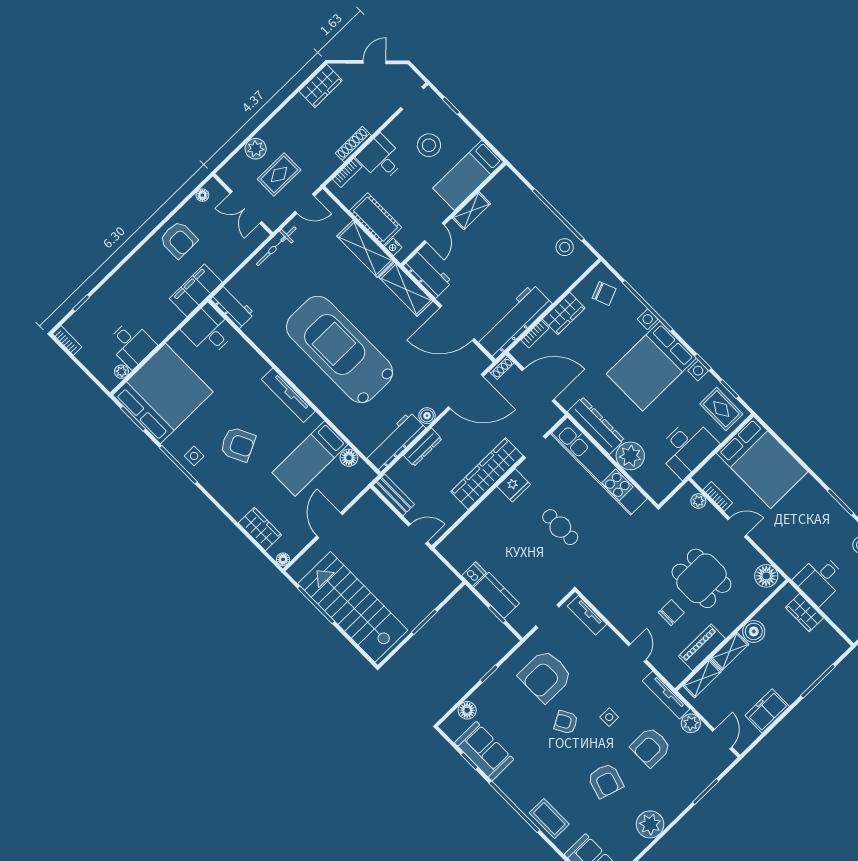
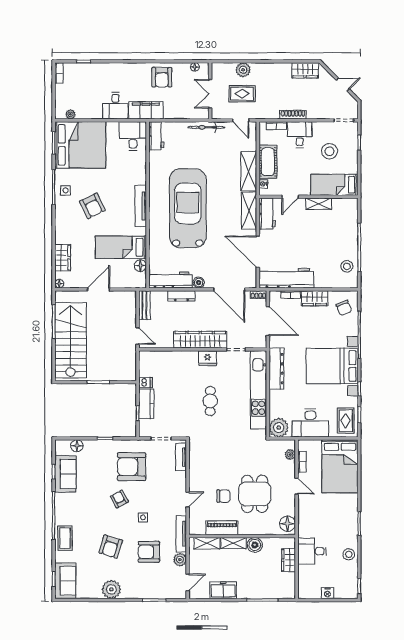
desk: (131, 344) -> (115, 106), moved
plant: (630, 456) -> (279, 428), moved

